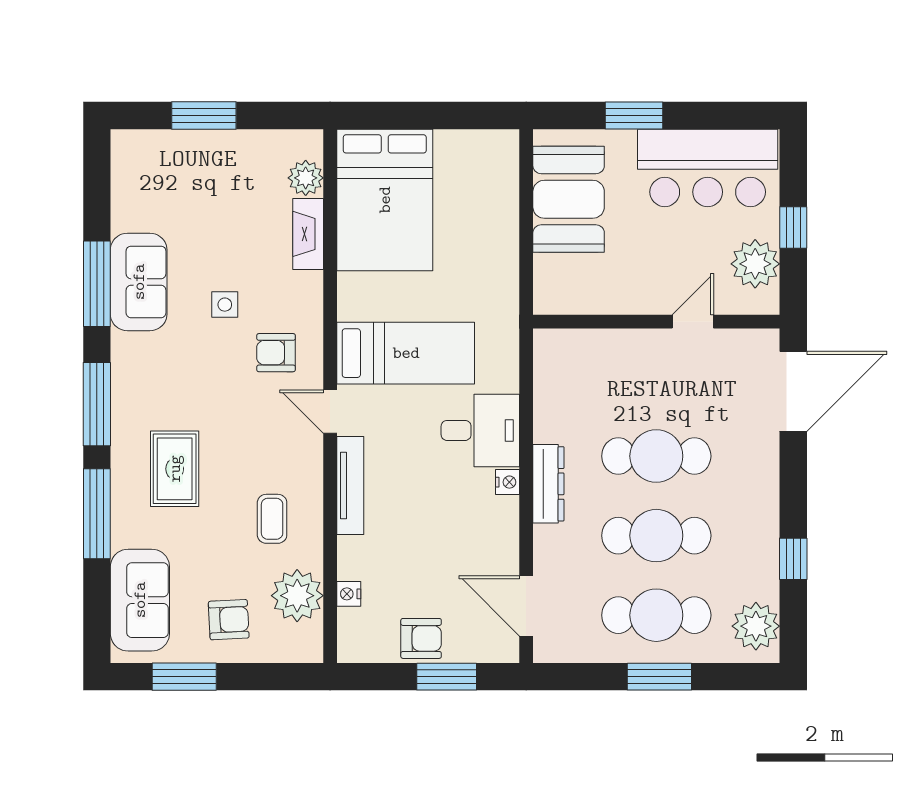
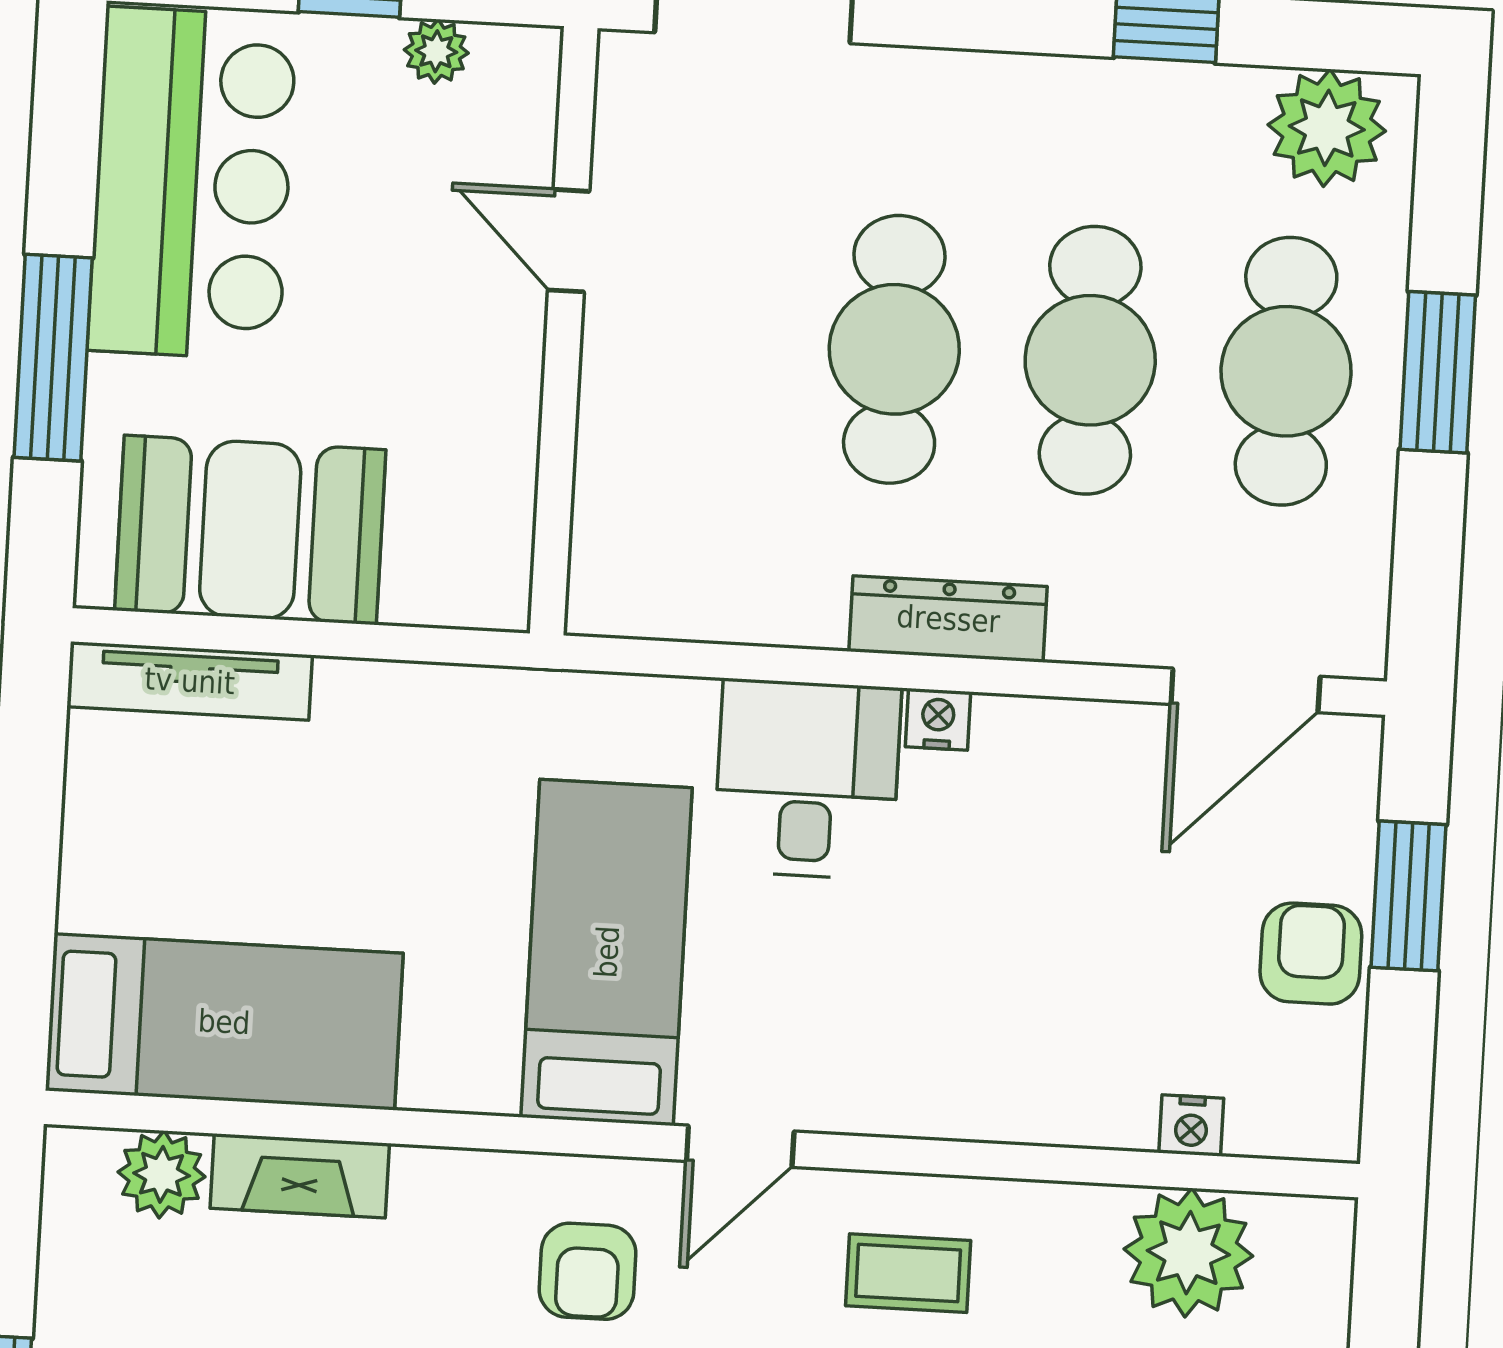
window: (634, 116) -> (53, 358), width x1.44
bed: (385, 200) -> (224, 1022), width x0.67
plant: (755, 264) -> (436, 51), width x0.53, depth x0.53
tv unit: (350, 485) -> (190, 681), moved, turned 180
coffee table: (272, 519) -> (908, 1273), moved

